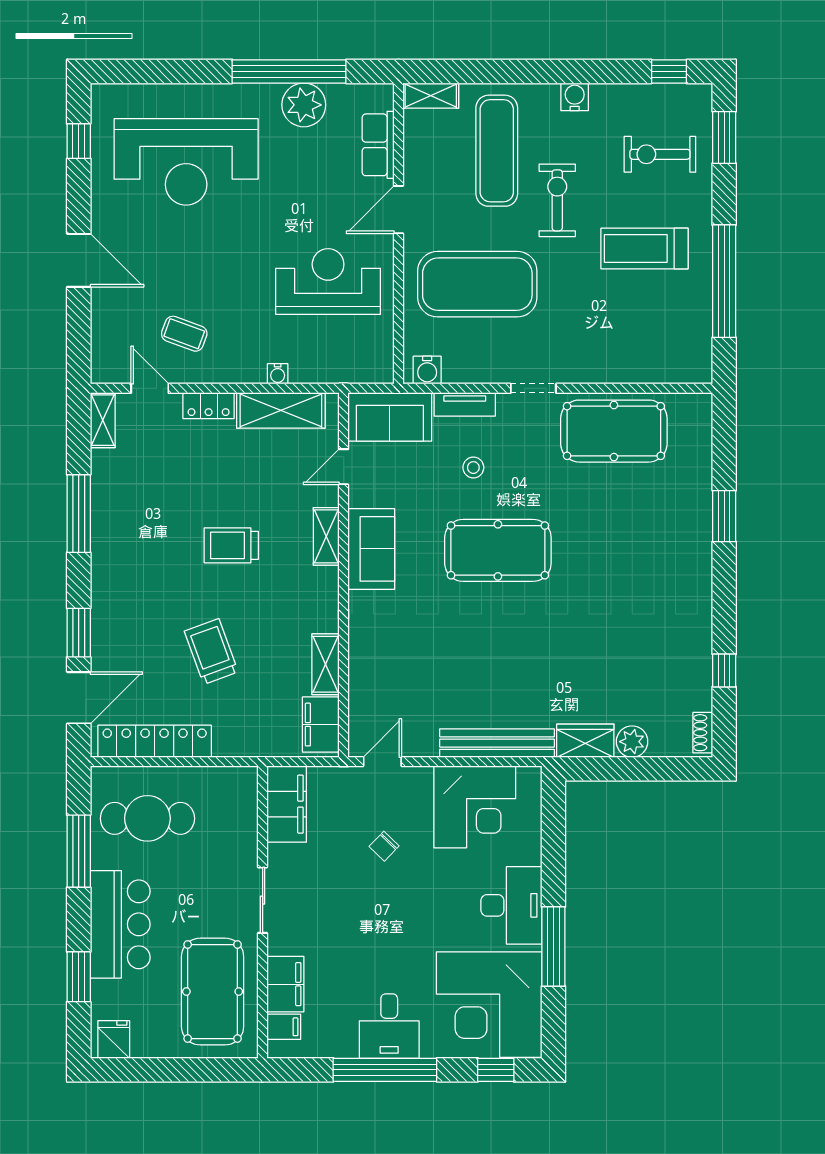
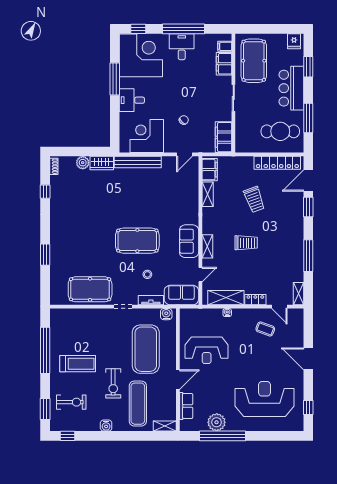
exercise mat: (477, 284) -> (146, 349), turned 90
desk: (511, 905) -> (132, 100), width x0.73

